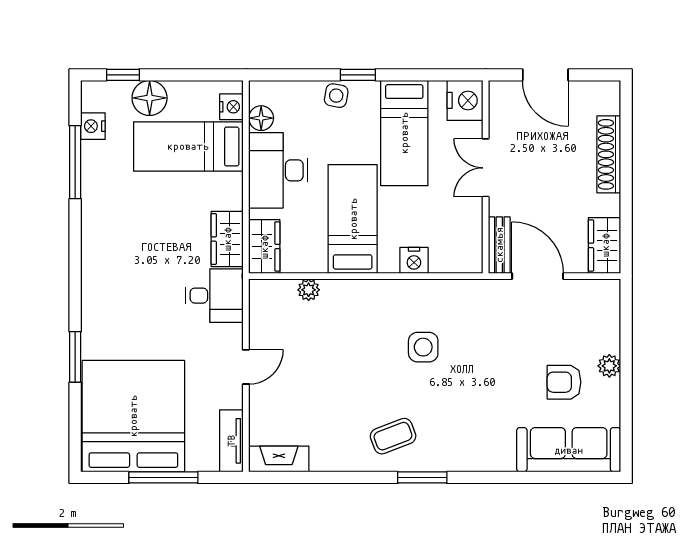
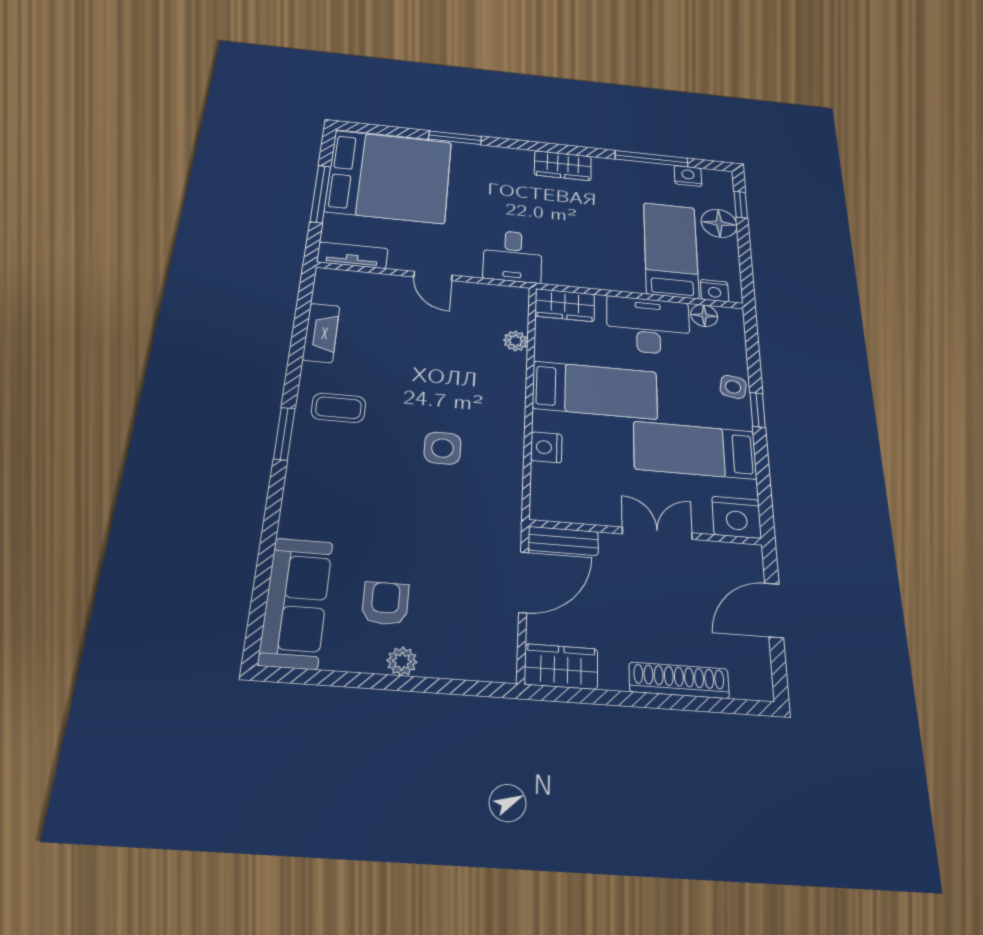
wardrobe: (227, 239) -> (563, 166), moved, turned 180
coffee table: (393, 436) -> (338, 408), turned -69
fireplace: (279, 459) -> (321, 333), moved

